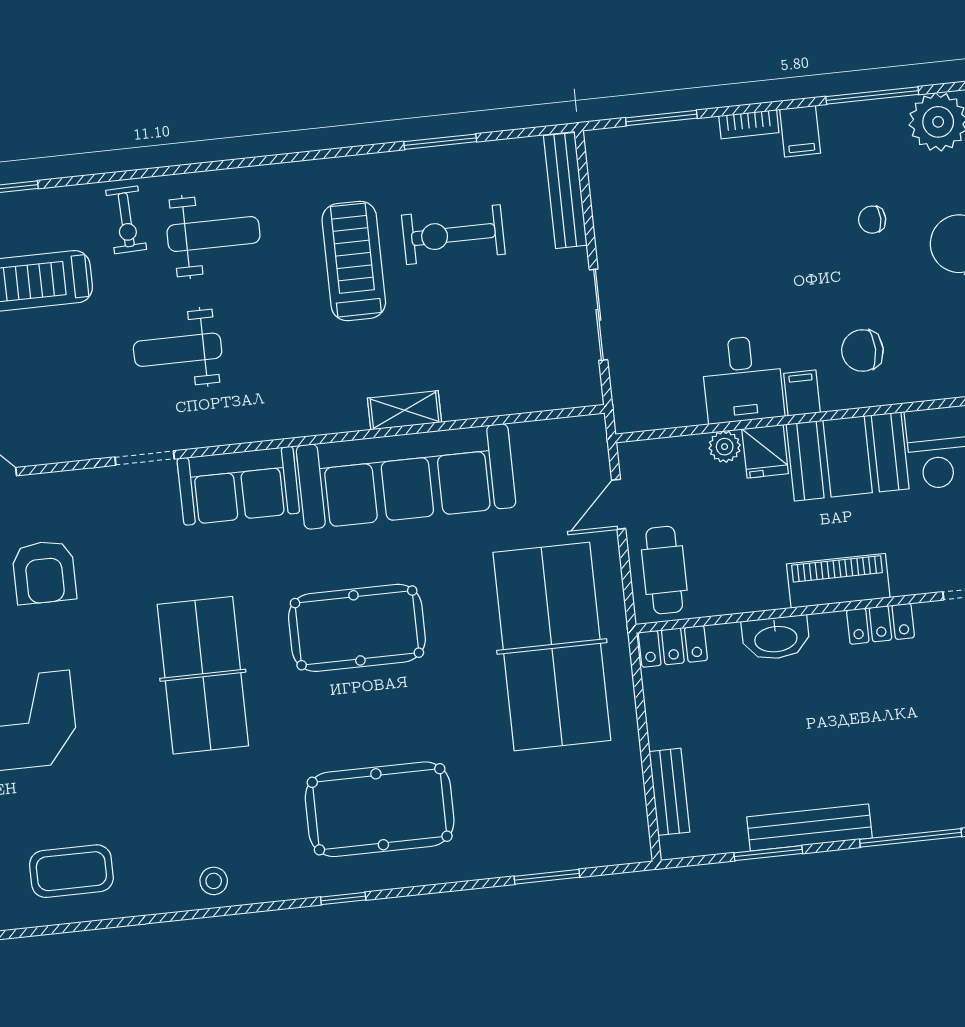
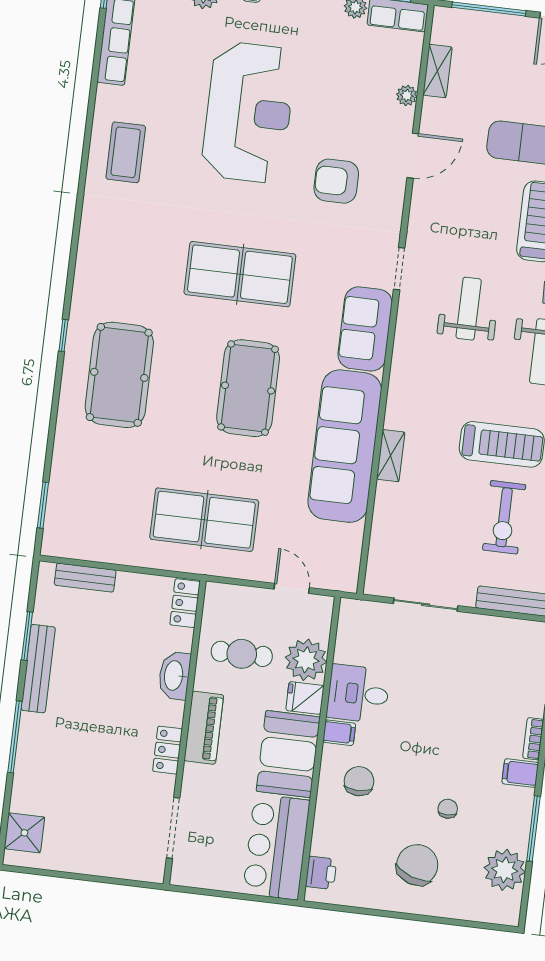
exercise bike: (453, 235) -> (504, 517), turned 180
plant: (725, 447) -> (306, 660), width x1.88, depth x1.88
cafe table: (664, 570) -> (242, 654), moved
table tennis table: (552, 646) -> (204, 520), width x0.73, depth x0.76
window: (547, 877) -> (43, 505), moved
stool: (214, 881) -> (96, 249), removed

